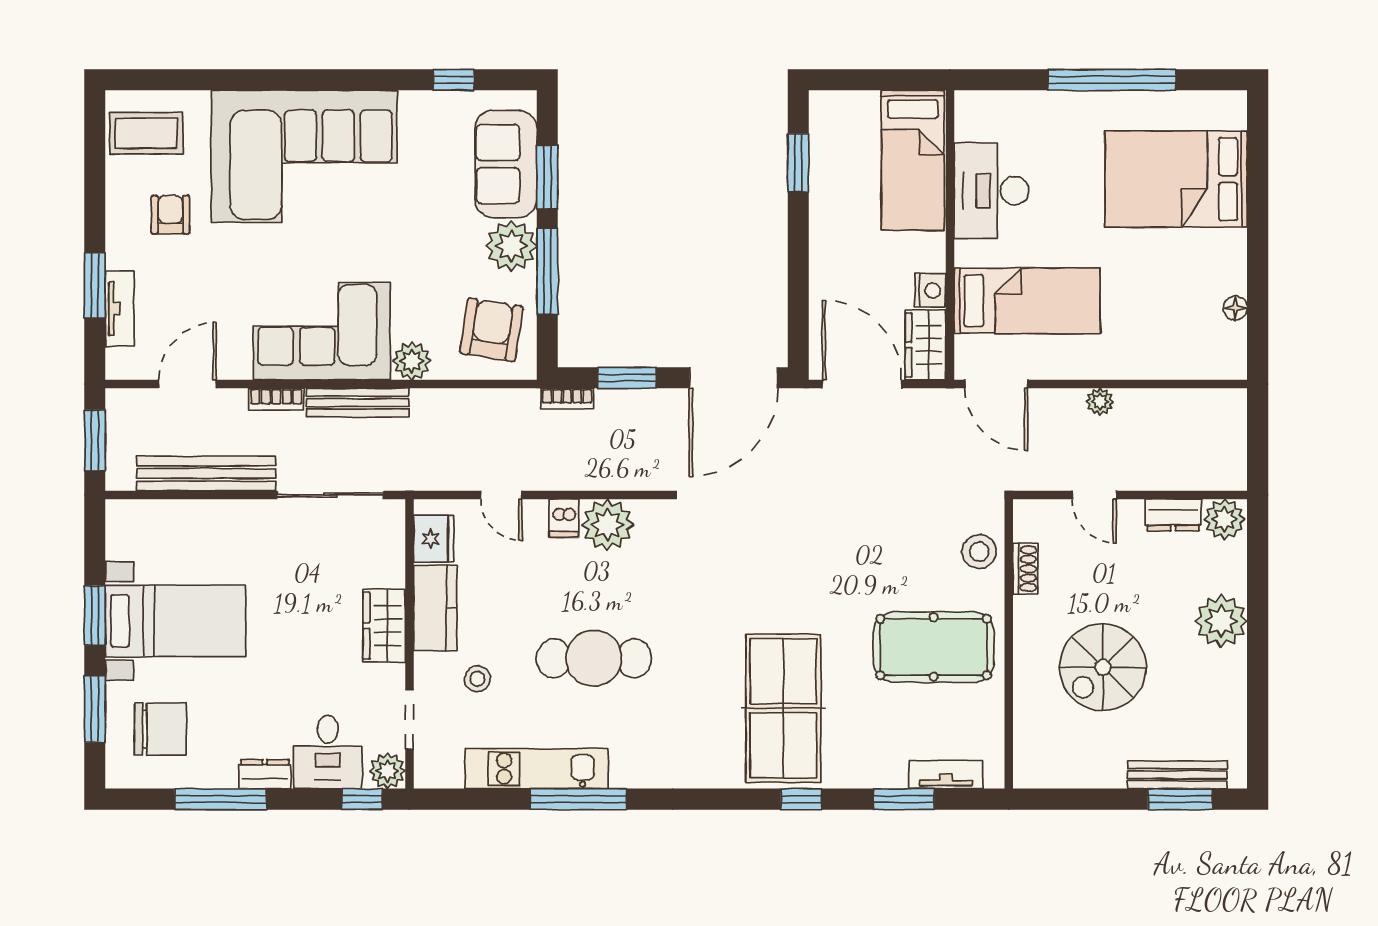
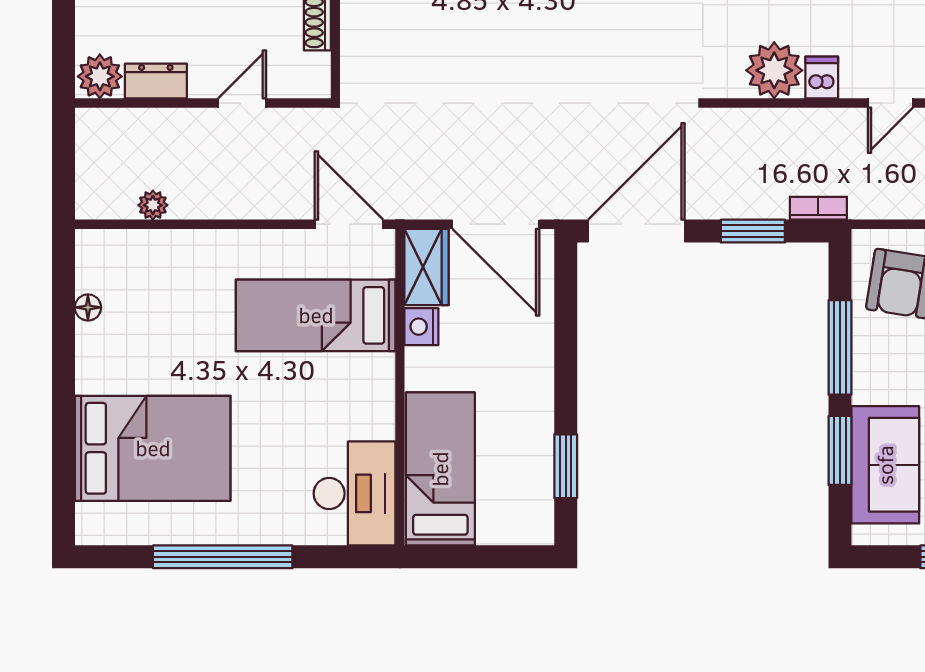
desk: (991, 191) -> (354, 493), moved
plant: (511, 246) -> (879, 375), removed
plant: (1100, 402) -> (153, 205), moved
door: (501, 495) -> (890, 103), swing flipped
door: (1094, 495) -> (242, 103), hinge flipped
stool: (979, 552) -> (368, 41), removed

